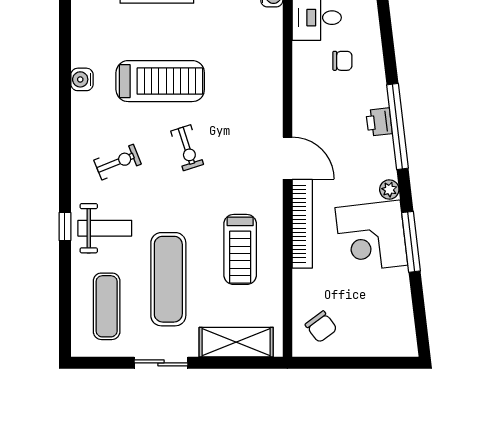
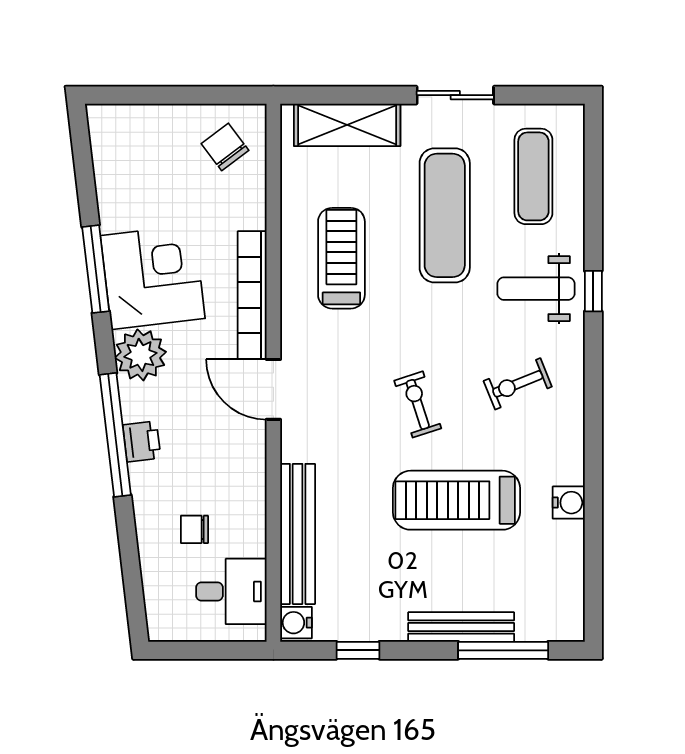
bench: (271, 58) -> (298, 534), added
plant: (389, 190) -> (140, 355), width x1.88, depth x1.88

